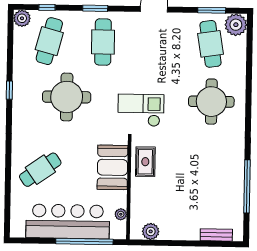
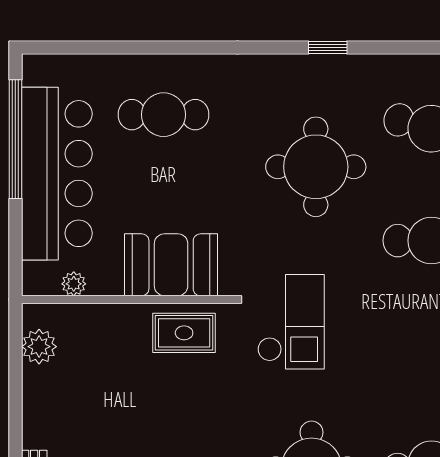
cafe table: (40, 170) -> (163, 115), turned -55
window: (84, 242) -> (15, 139), moved

